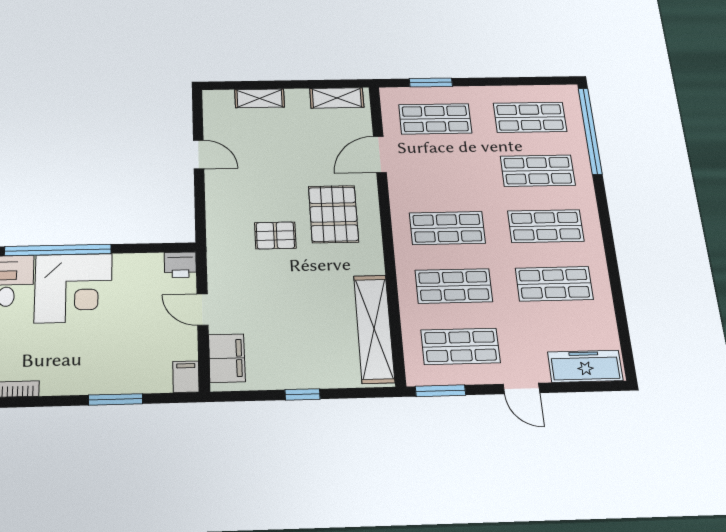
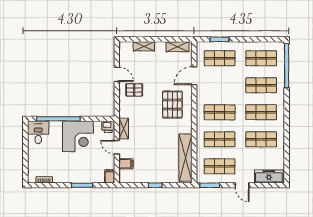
pallet: (275, 235) -> (134, 90), moved
shelving: (218, 268) -> (124, 129), added
corner desk: (73, 288) -> (78, 136), moved
filing cabinet: (227, 358) -> (126, 164), width x0.50

